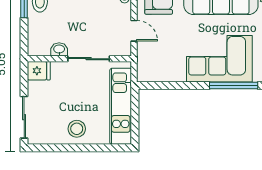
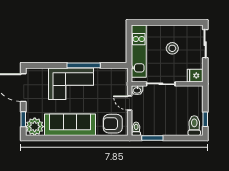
washbasin: (59, 49) -> (137, 90), moved
window: (234, 86) -> (84, 65), moved
stool: (77, 129) -> (172, 48), moved

